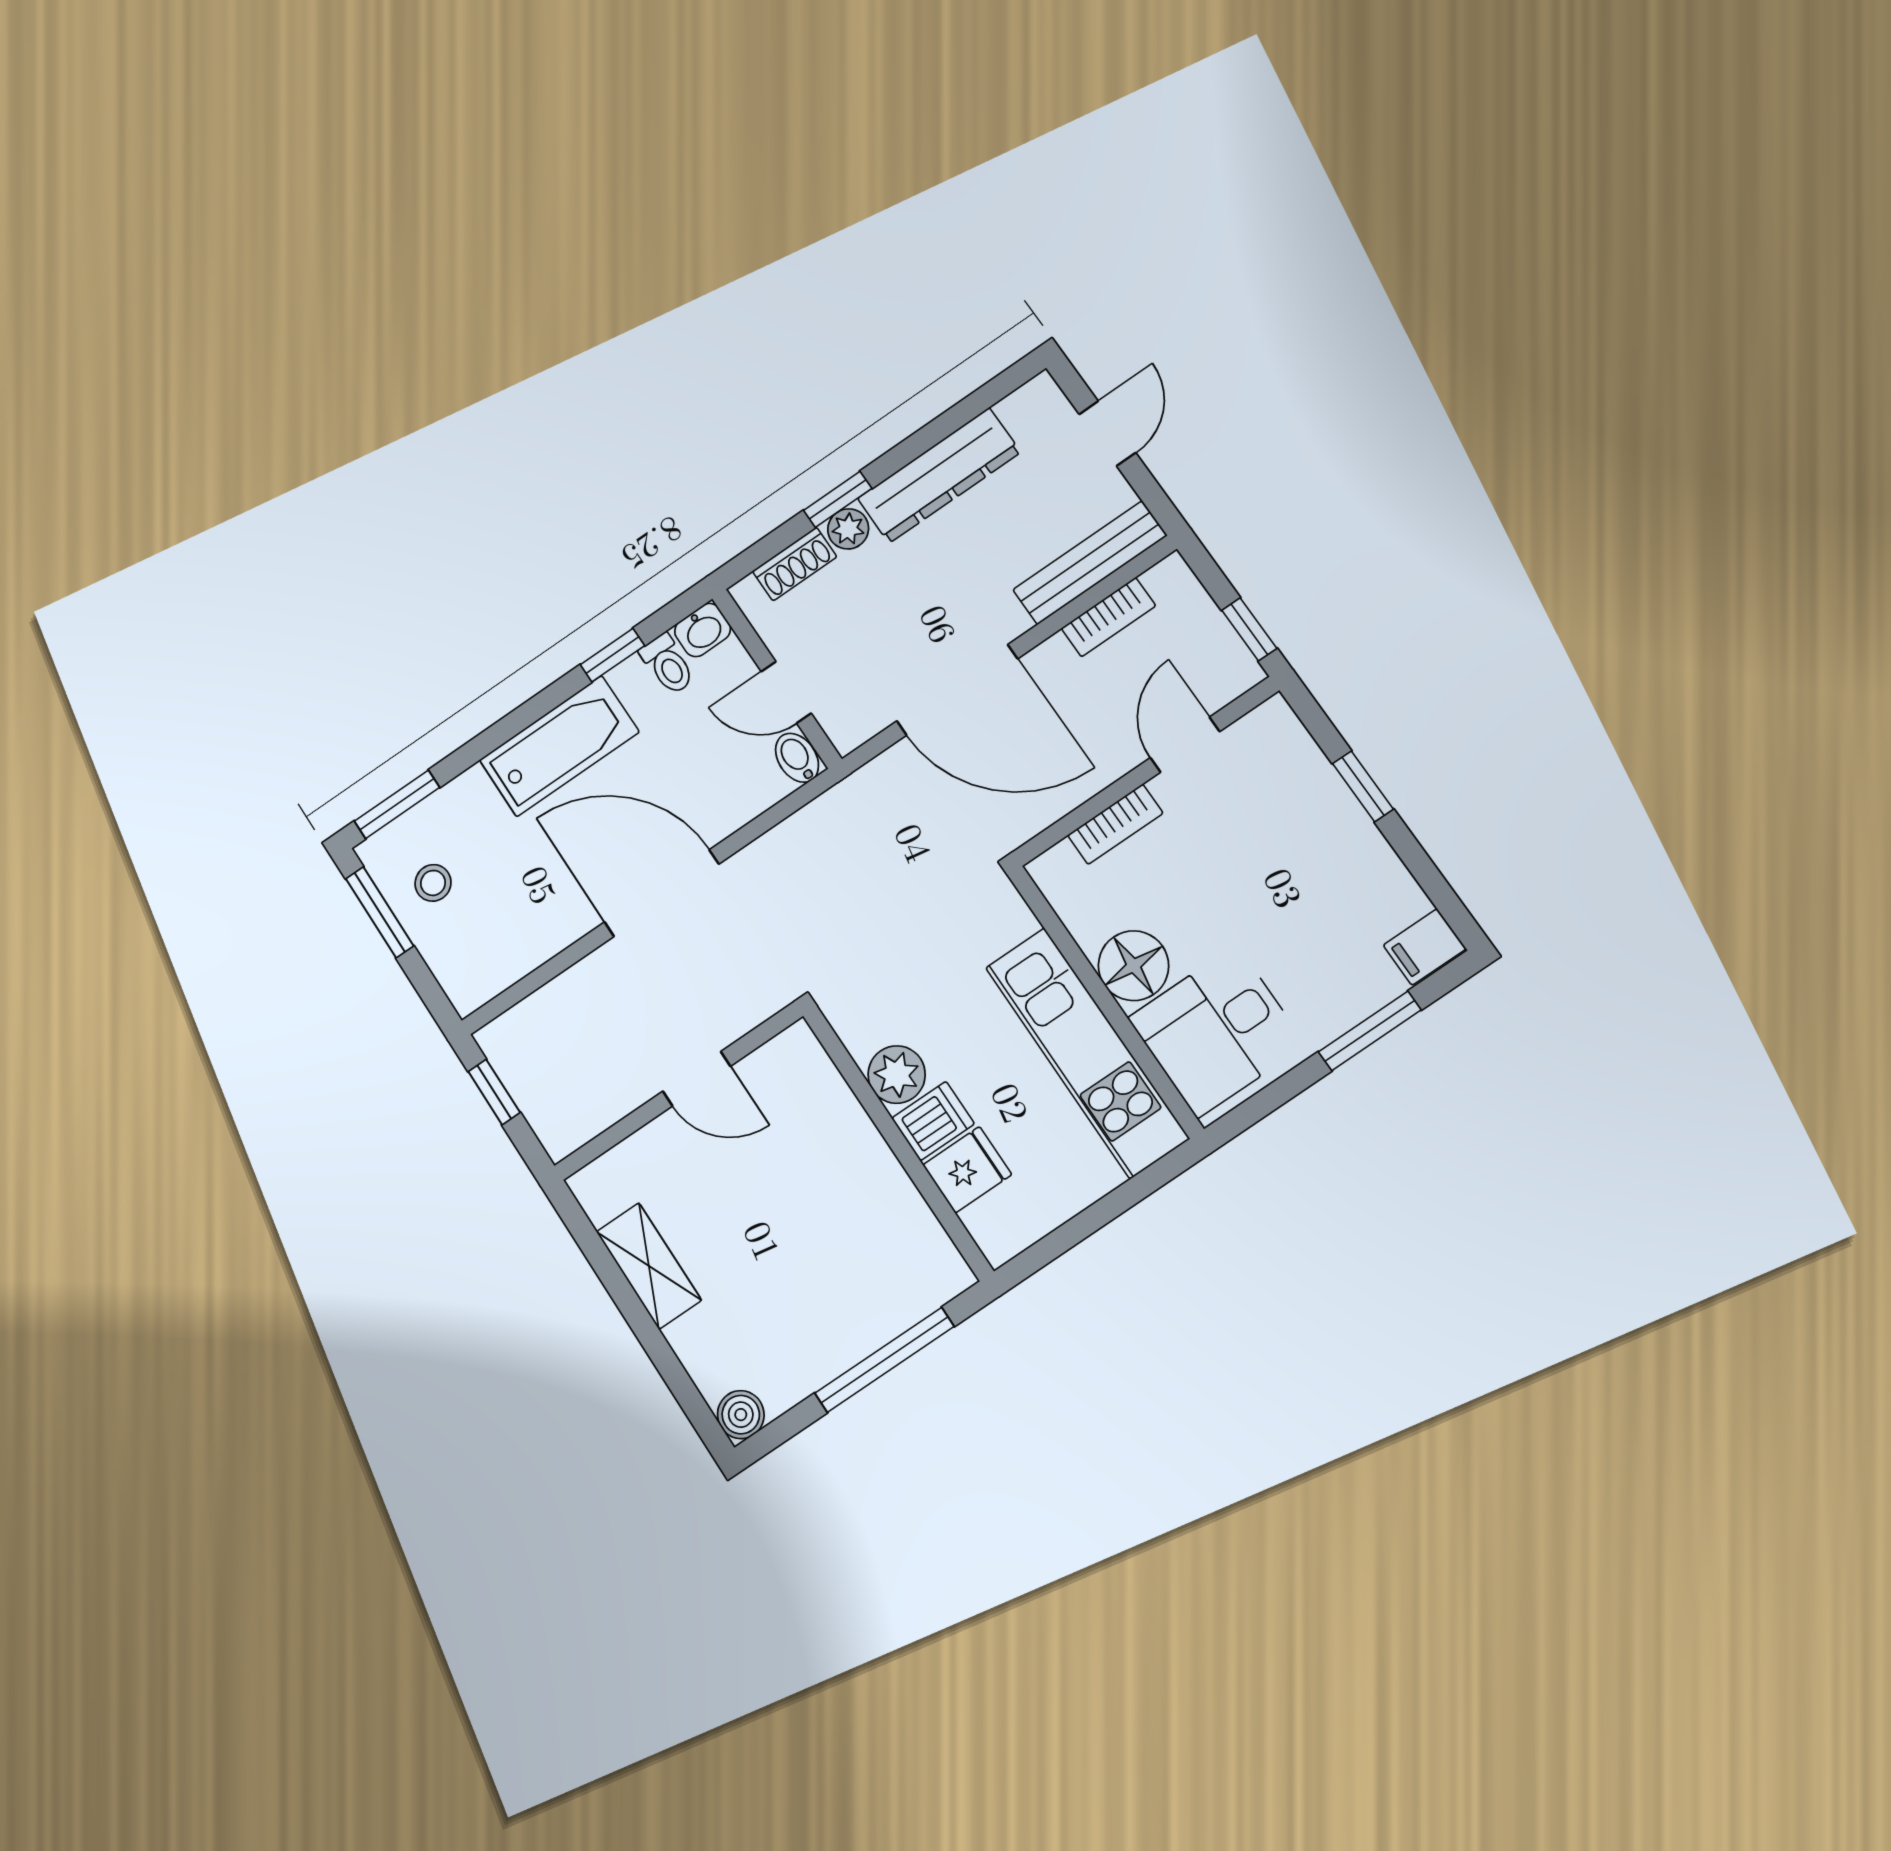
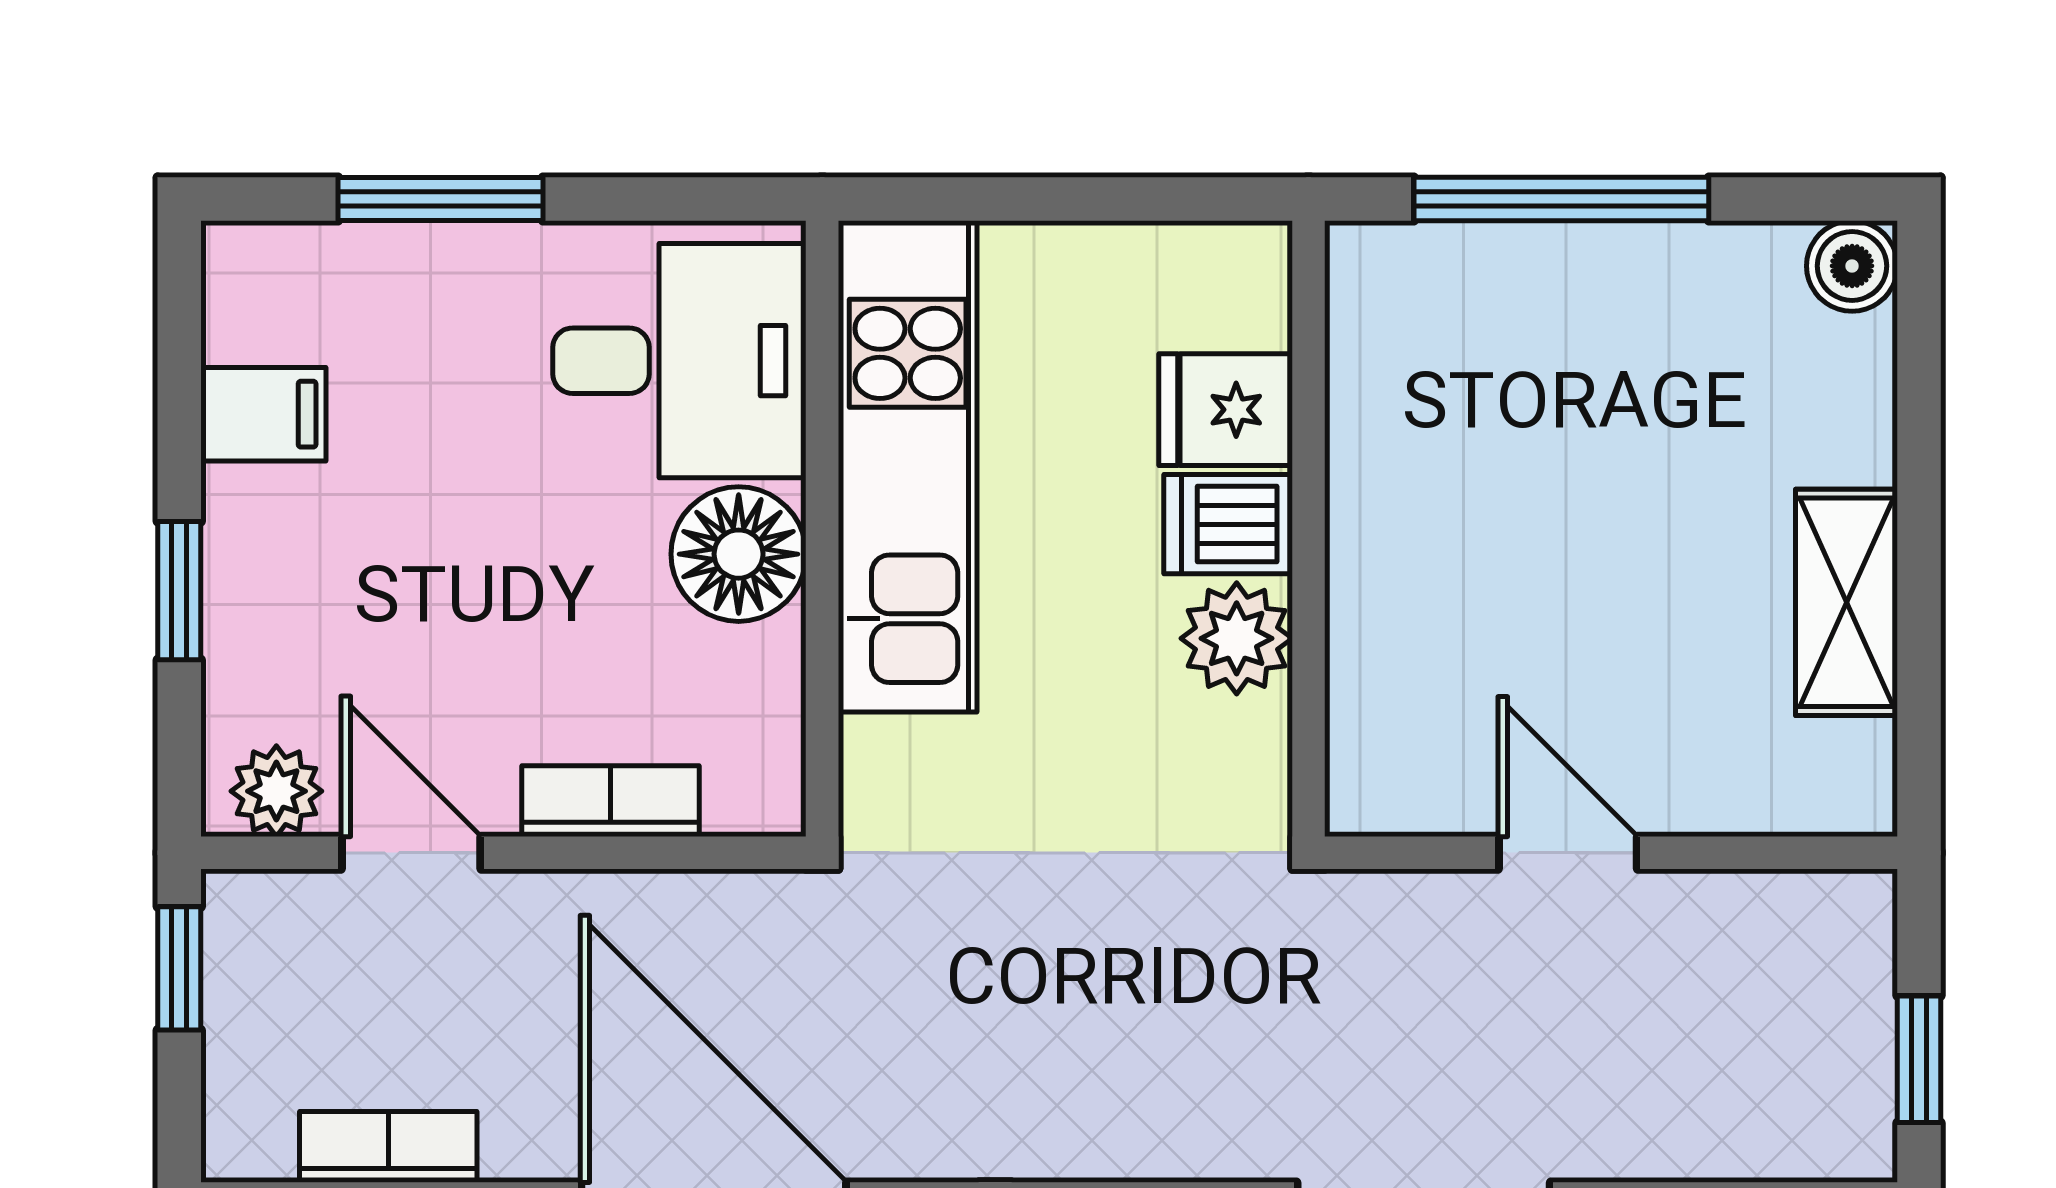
plant: (1261, 731) -> (276, 791), added
door: (1185, 745) -> (411, 853), swing flipped
filing cabinet: (1425, 947) -> (263, 414), moved

